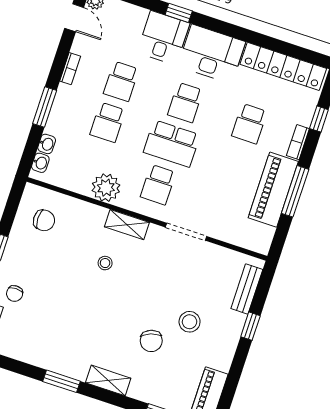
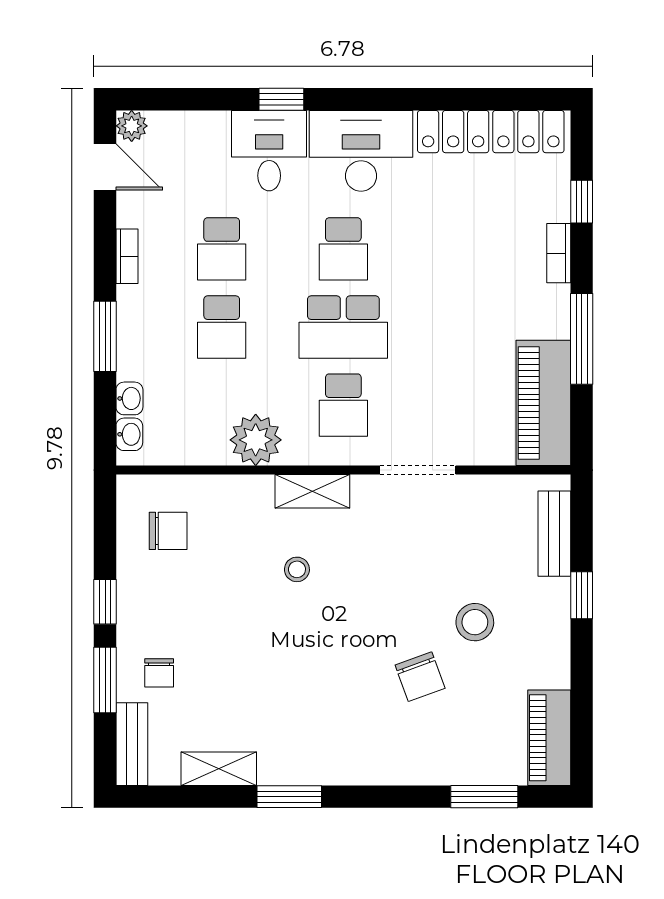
school desk: (249, 124) -> (465, 249), removed
piano: (273, 190) -> (543, 403), moved
shelving: (108, 380) -> (219, 769), moved

